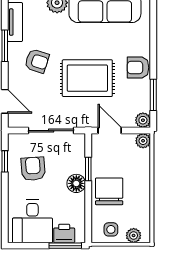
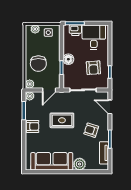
rug: (87, 78) -> (62, 120), width x0.73, depth x0.70
door: (110, 131) -> (49, 90), hinge flipped
chair: (109, 191) -> (38, 64), moved

